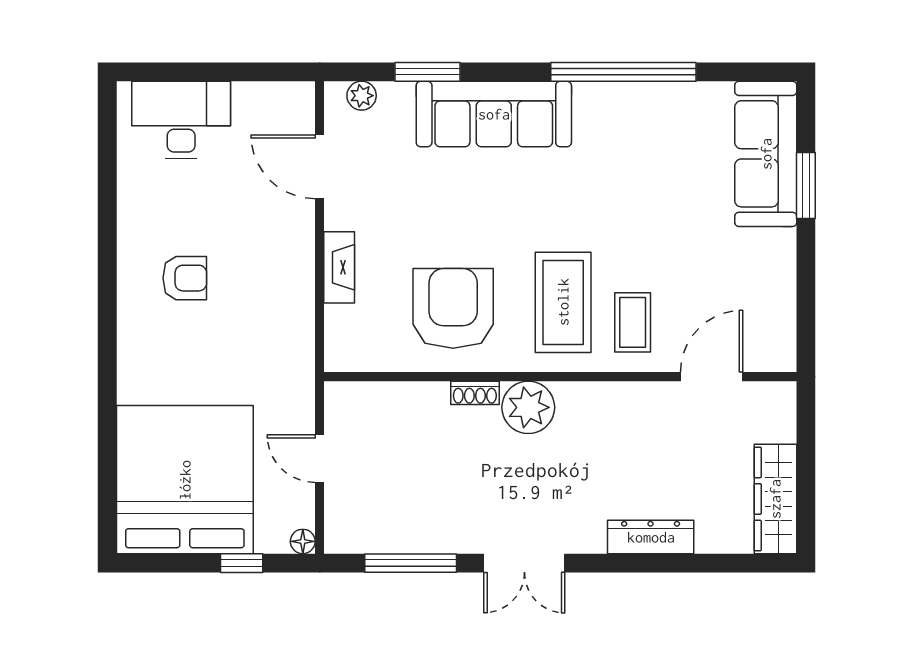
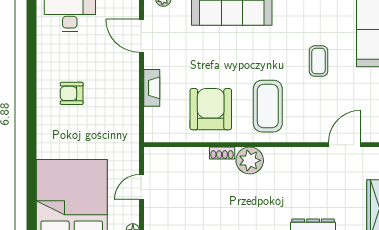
armchair: (185, 278) -> (72, 93), turned 180
coffee table: (633, 322) -> (319, 61), moved
door: (320, 459) -> (141, 187), hinge flipped

